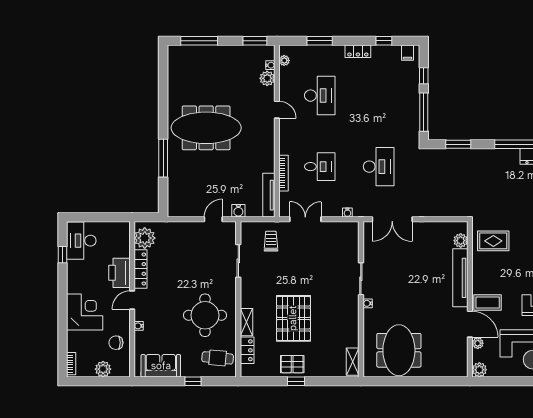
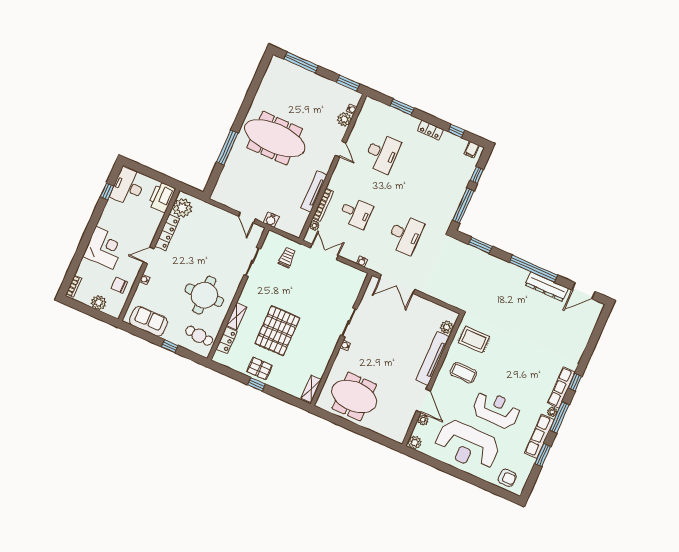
plant: (284, 60) -> (314, 226), moved
tv unit: (269, 195) -> (314, 192), moved
door: (213, 219) -> (247, 218), swing flipped
printer: (119, 273) -> (162, 197), moved
coffee table: (488, 302) -> (463, 373), moved
meeting table: (399, 350) -> (354, 396), turned 90

